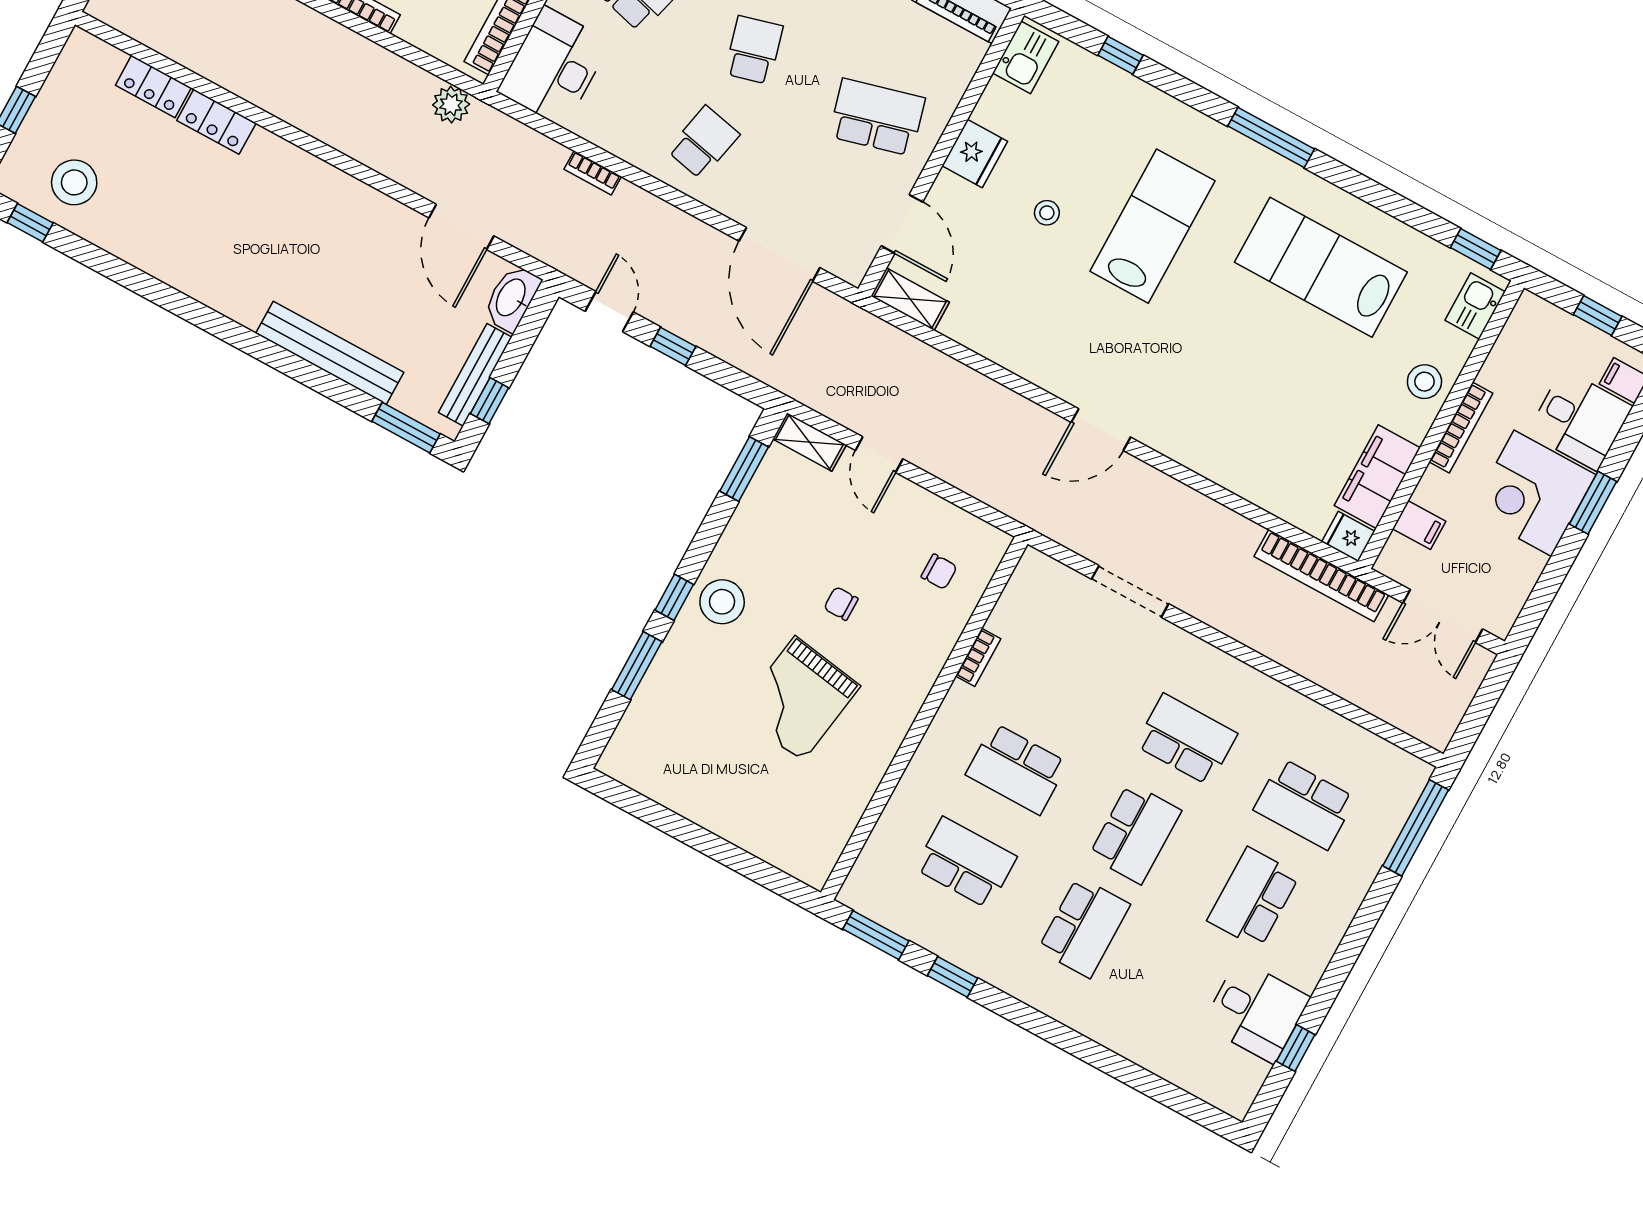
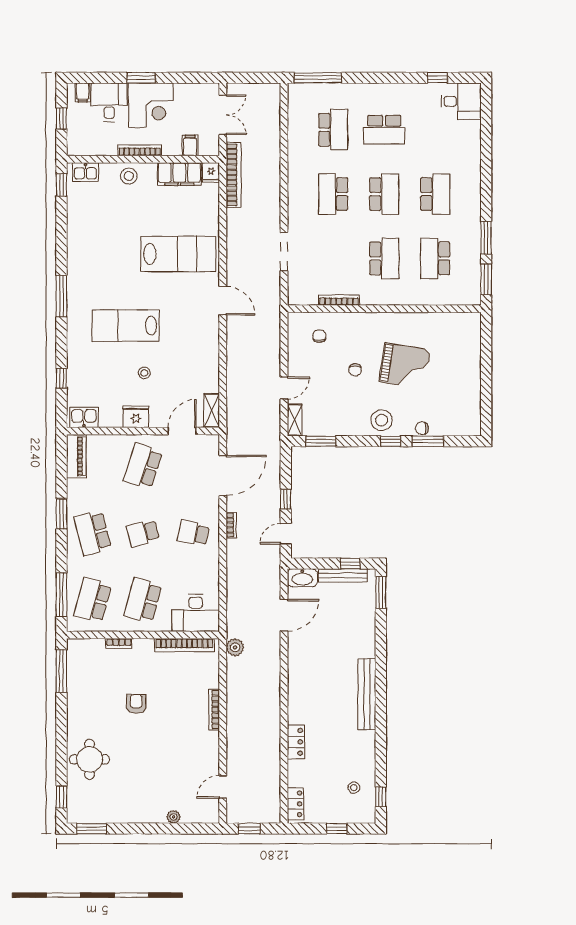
locker: (153, 87) -> (296, 804), moved
school desk: (877, 117) -> (143, 466), turned 33
bookcase: (593, 173) -> (231, 525), moved
stool: (74, 182) -> (354, 788), width x0.53, depth x0.53
lab bench: (1321, 267) -> (178, 254), moved, turned -90
bench: (330, 353) -> (367, 694), moved
bookcase: (978, 657) -> (339, 300), width x1.56
chair: (667, 668) -> (422, 428), added
school desk: (1135, 833) -> (384, 194), turned 90
school desk: (1084, 927) -> (435, 194), turned 90
window: (953, 977) -> (486, 238), width x1.50
desk: (1256, 1011) -> (461, 101), moved, turned 90

